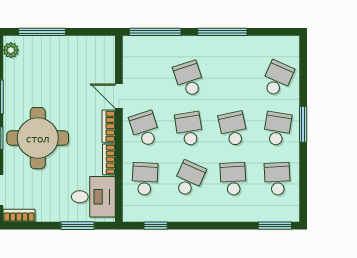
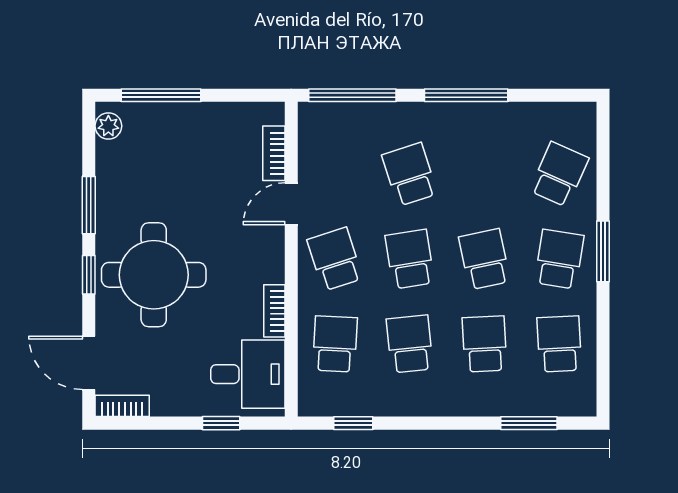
door: (119, 96) -> (291, 204), hinge flipped
bookcase: (109, 126) -> (274, 153), moved
school desk: (189, 179) -> (410, 344), turned -30
window: (78, 226) -> (221, 423), width x0.67
window: (275, 226) -> (529, 423), moved

